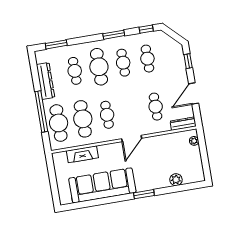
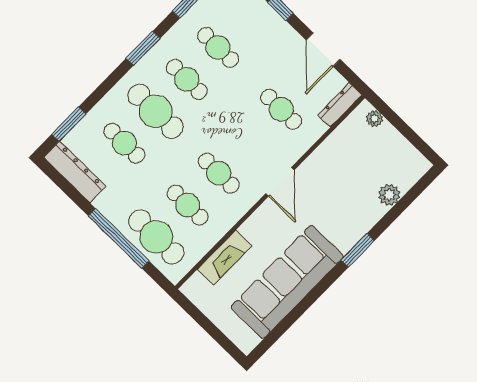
dresser: (46, 81) -> (75, 172), moved
cafe table: (83, 119) -> (187, 205), width x0.73, depth x0.74

